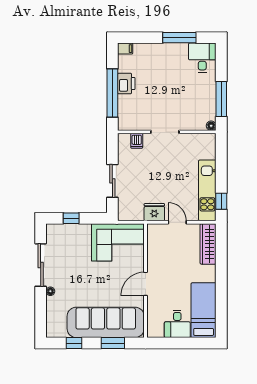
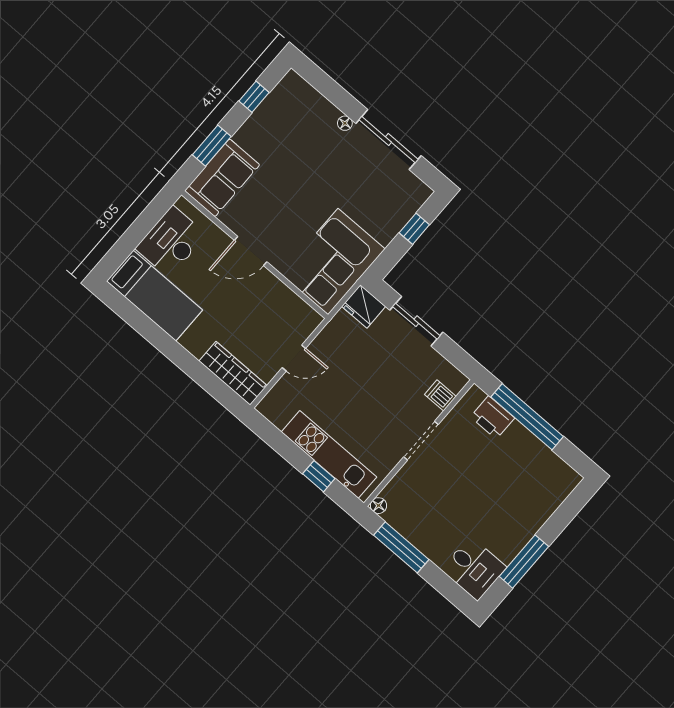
filing cabinet: (125, 49) -> (569, 481), removed
printer: (126, 84) -> (492, 417), moved
kitchen unit: (207, 190) -> (329, 454), moved
window: (221, 201) -> (319, 476), moved
fridge: (154, 212) -> (364, 306), moved, turned 90
door: (146, 284) -> (251, 251), swing flipped
sofa: (106, 322) -> (222, 178), width x0.54, depth x0.79
desk: (177, 324) -> (171, 242), width x1.37

